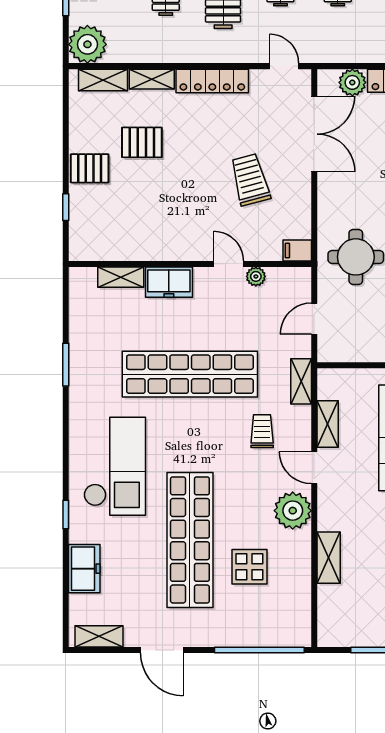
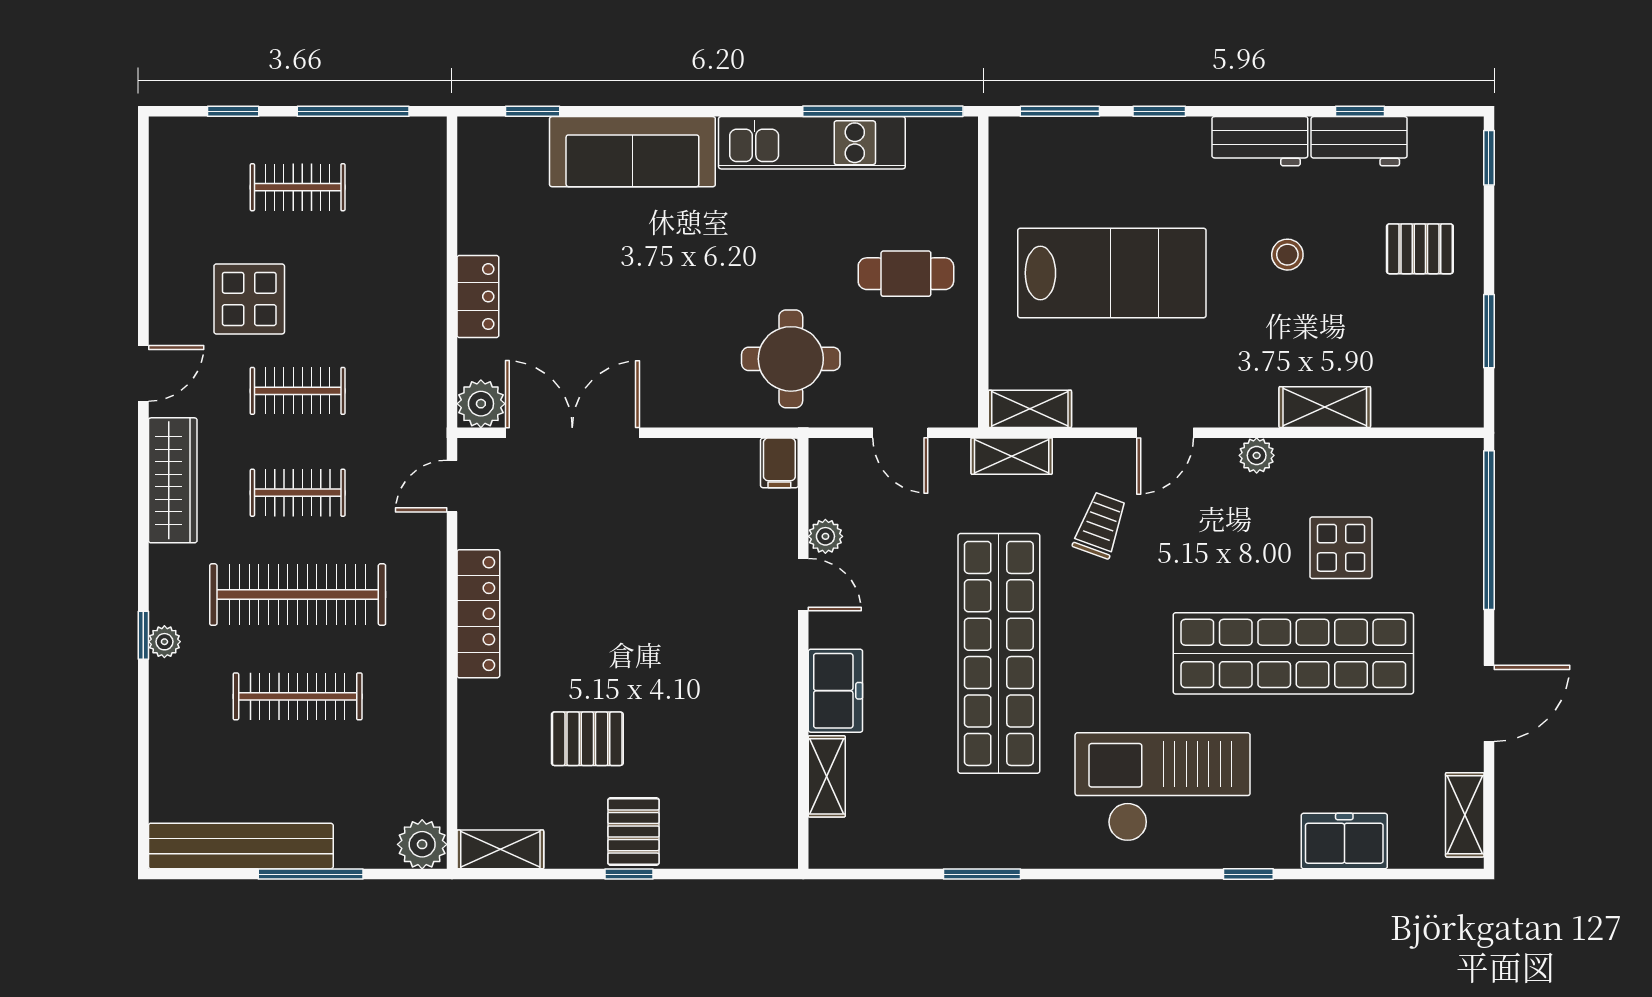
plant: (87, 44) -> (422, 844), width x0.73, depth x0.73
shelving: (152, 79) -> (475, 721), removed
shelving: (103, 80) -> (500, 849), moved, turned 90
plant: (352, 82) -> (481, 404), moved
pallet: (142, 142) -> (587, 739), turned 90
trolley: (250, 180) -> (654, 547), removed
window: (66, 207) -> (629, 874), moved
door: (229, 264) -> (803, 585), swing flipped
shelving: (328, 424) -> (1030, 409), moved
trolley: (262, 431) -> (1100, 525), turned 110
plant: (293, 511) -> (1257, 455), width x0.53, depth x0.53

